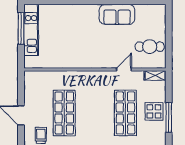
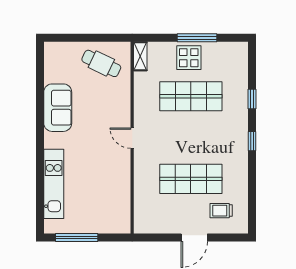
kitchen unit: (31, 30) -> (54, 184), moved, turned 90
cafe table: (150, 47) -> (101, 63), turned -64
door: (124, 69) -> (132, 138), moved

